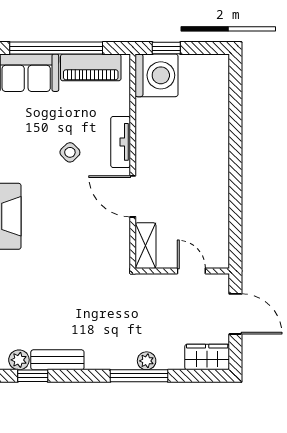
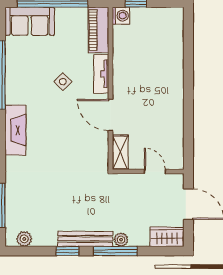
piano: (91, 67) -> (98, 30), moved, turned 90
washing machine: (157, 75) -> (121, 16), width x0.53, depth x0.53
bench: (57, 360) -> (85, 239), moved, width x1.36
window: (33, 376) -> (67, 251), moved

